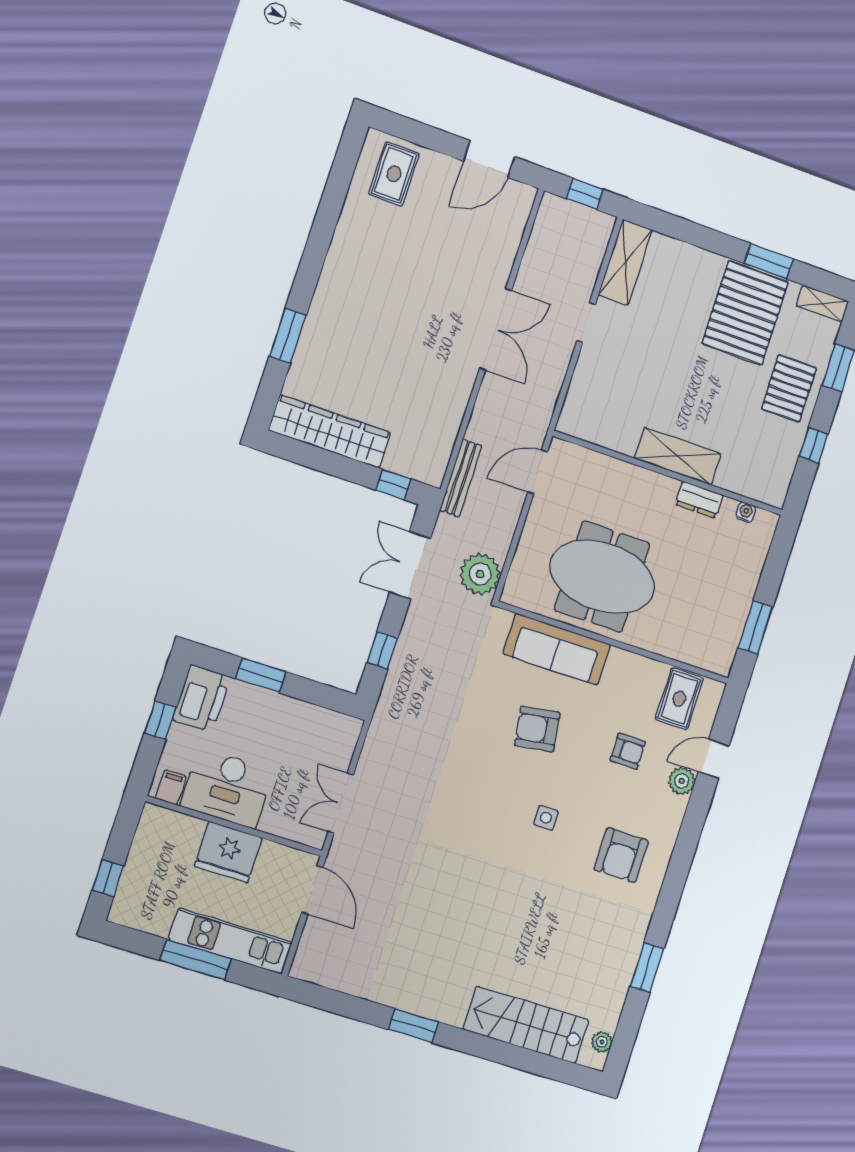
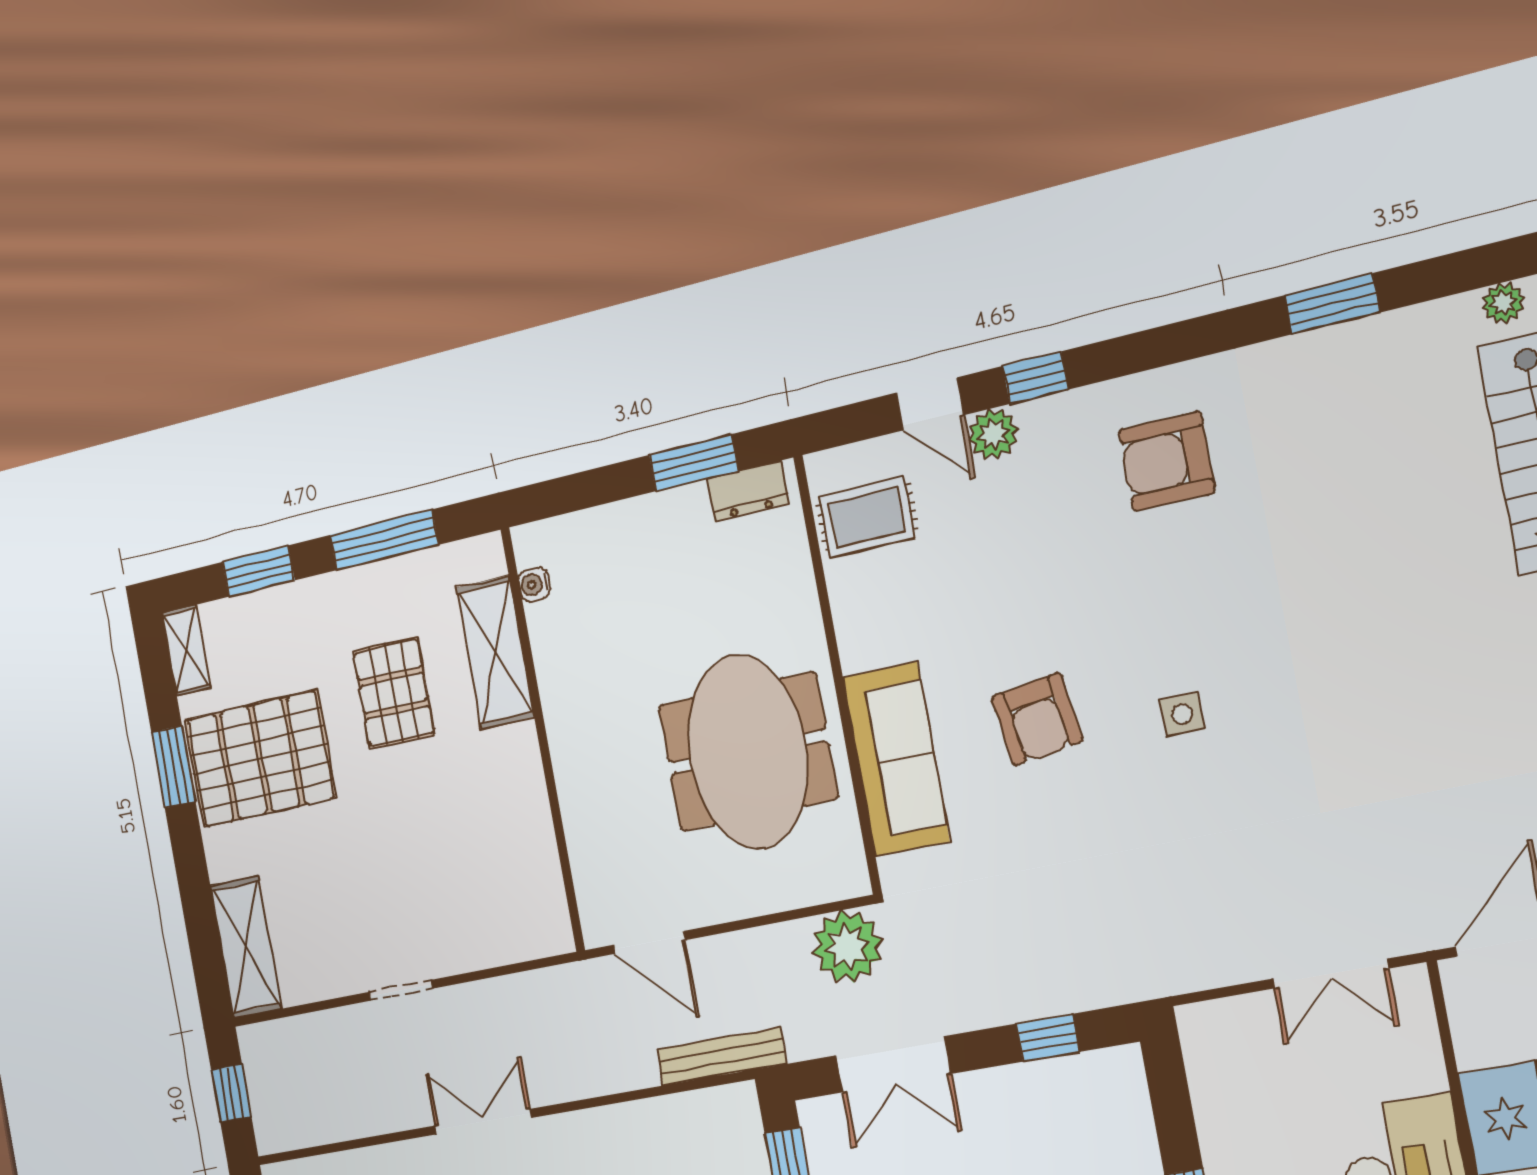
shelving: (625, 262) -> (246, 947), moved, turned 90
double door: (496, 329) -> (483, 1122), width x0.73
pallet: (789, 388) -> (394, 693), moved, turned 90
window: (814, 445) -> (384, 540), width x2.17
shelving: (678, 456) -> (495, 652), moved
dresser: (699, 500) -> (748, 491), moved, turned 90
armchair: (628, 751) -> (993, 551), removed
window: (696, 815) -> (1035, 378), added
side table: (546, 818) -> (1182, 714), moved
armchair: (621, 855) -> (1167, 461), turned 180

